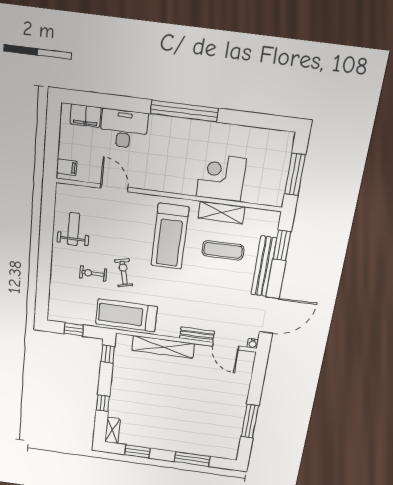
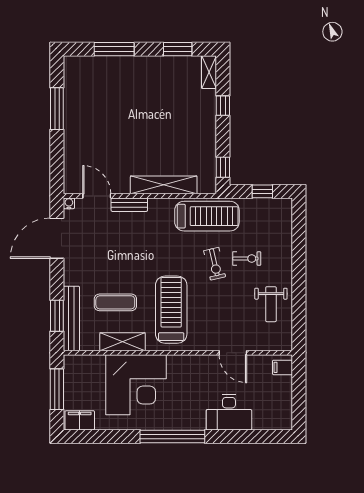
filing cabinet: (86, 116) -> (80, 420), moved
corner desk: (221, 178) -> (136, 385), width x1.36, depth x1.36
bench: (264, 266) -> (71, 318), moved

